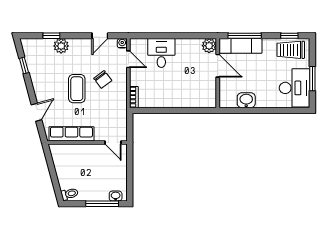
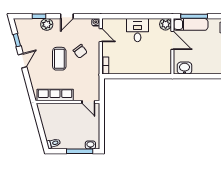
door: (100, 36) -> (67, 16), moved
desk: (161, 53) -> (138, 30), moved
washbasin: (246, 100) -> (184, 68), moved
door: (37, 112) -> (22, 61), moved

